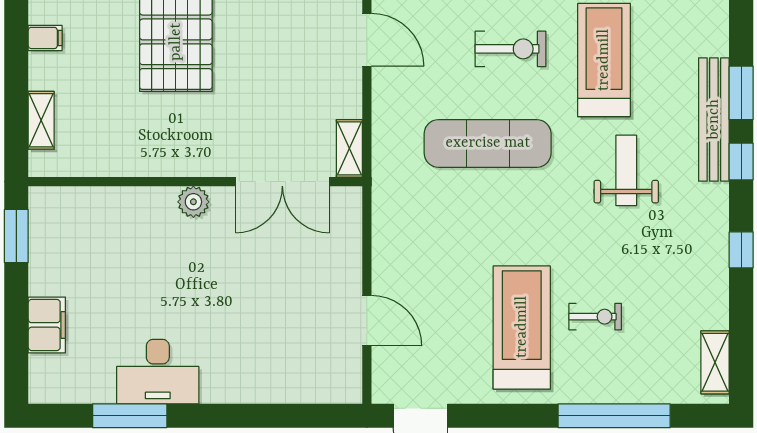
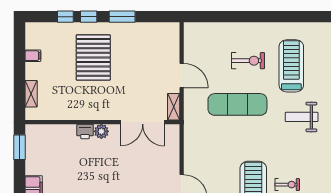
door: (367, 40) -> (182, 75), moved
weight bench: (626, 170) -> (302, 117), turned -90
printer: (158, 202) -> (85, 131), added

